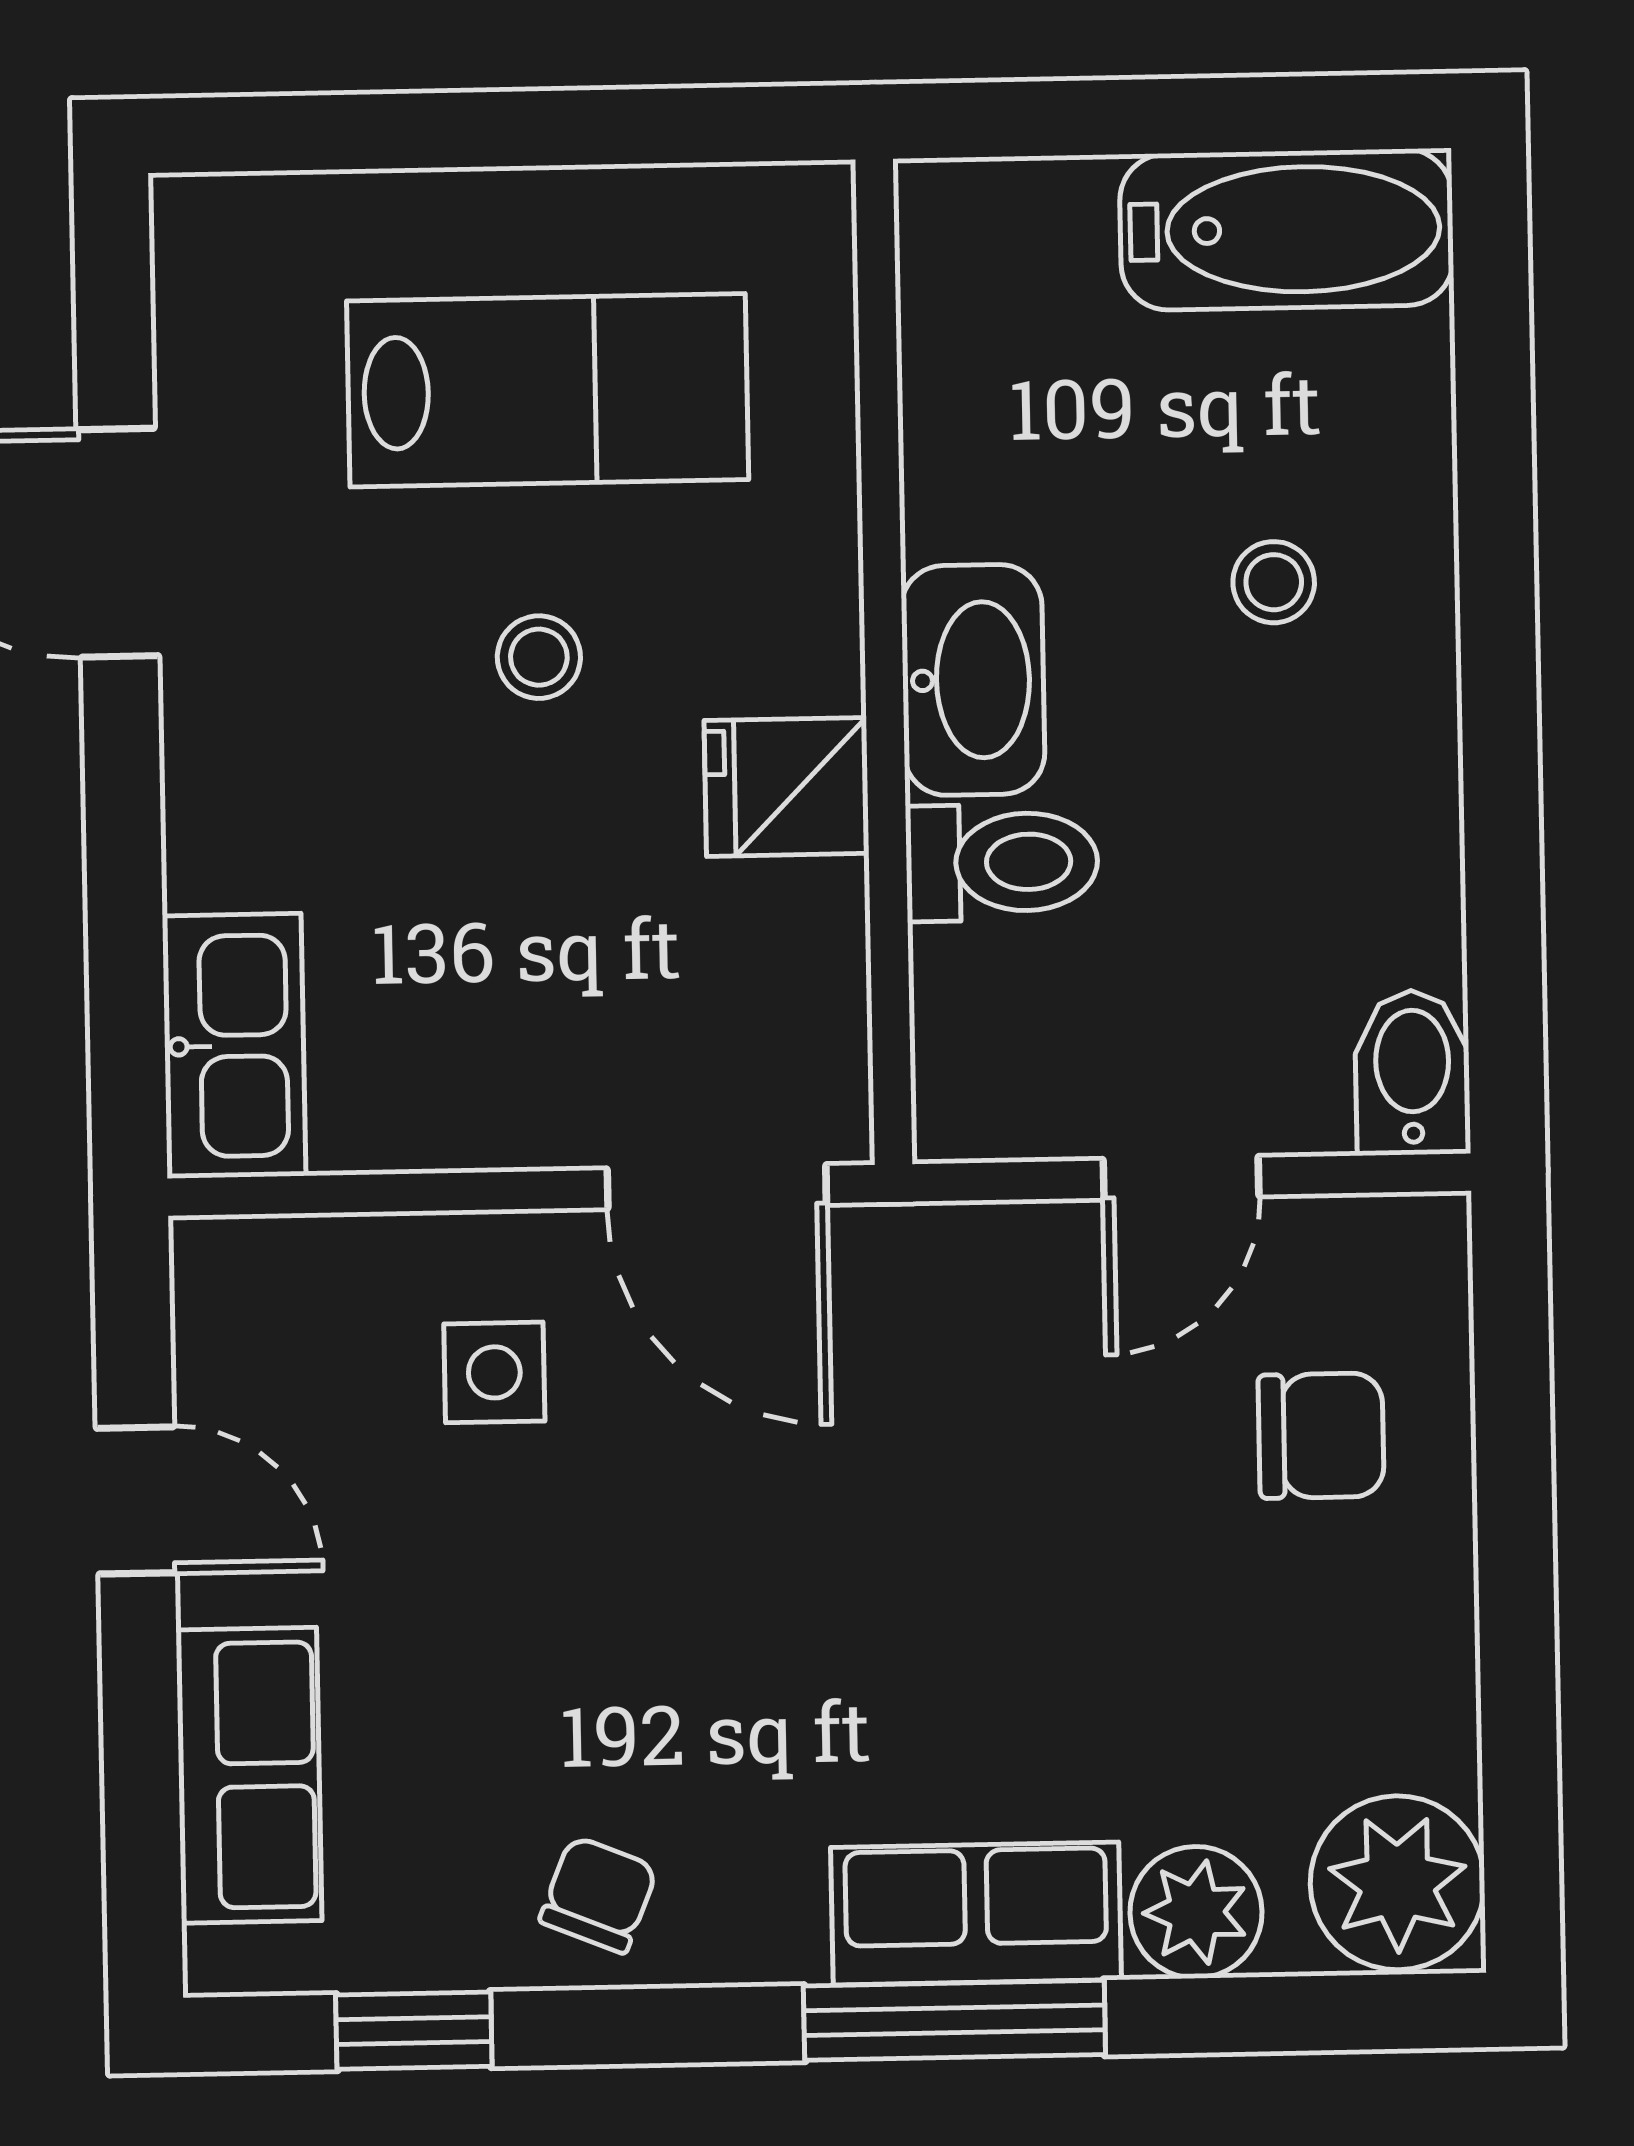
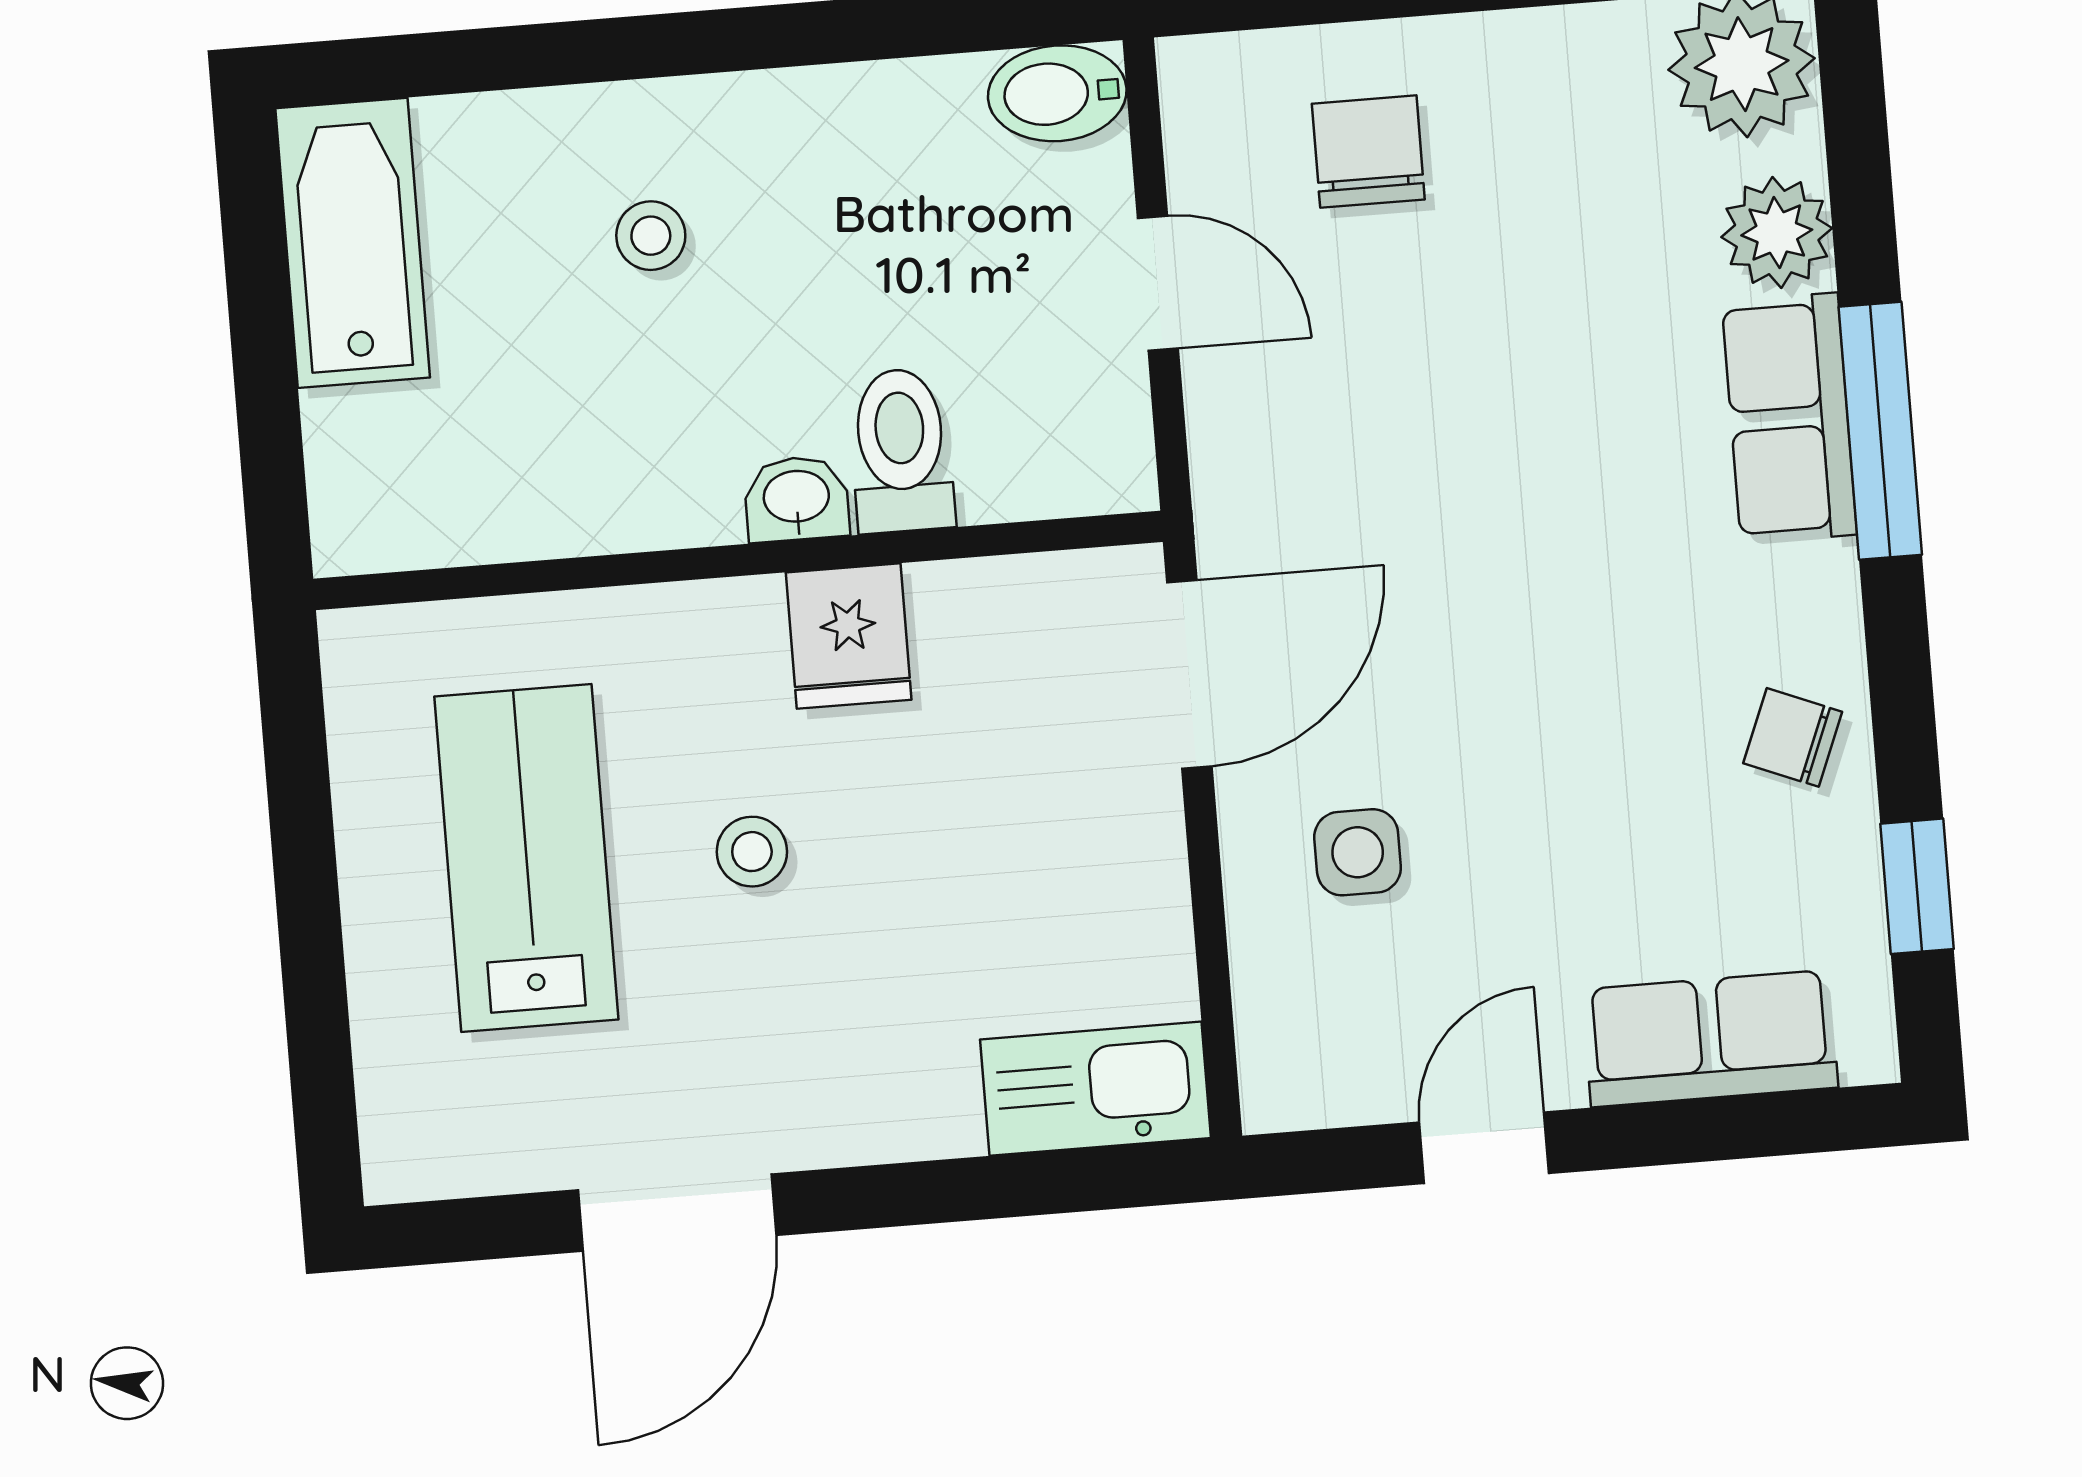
washbasin: (973, 680) -> (797, 499), width x0.52, depth x0.69

